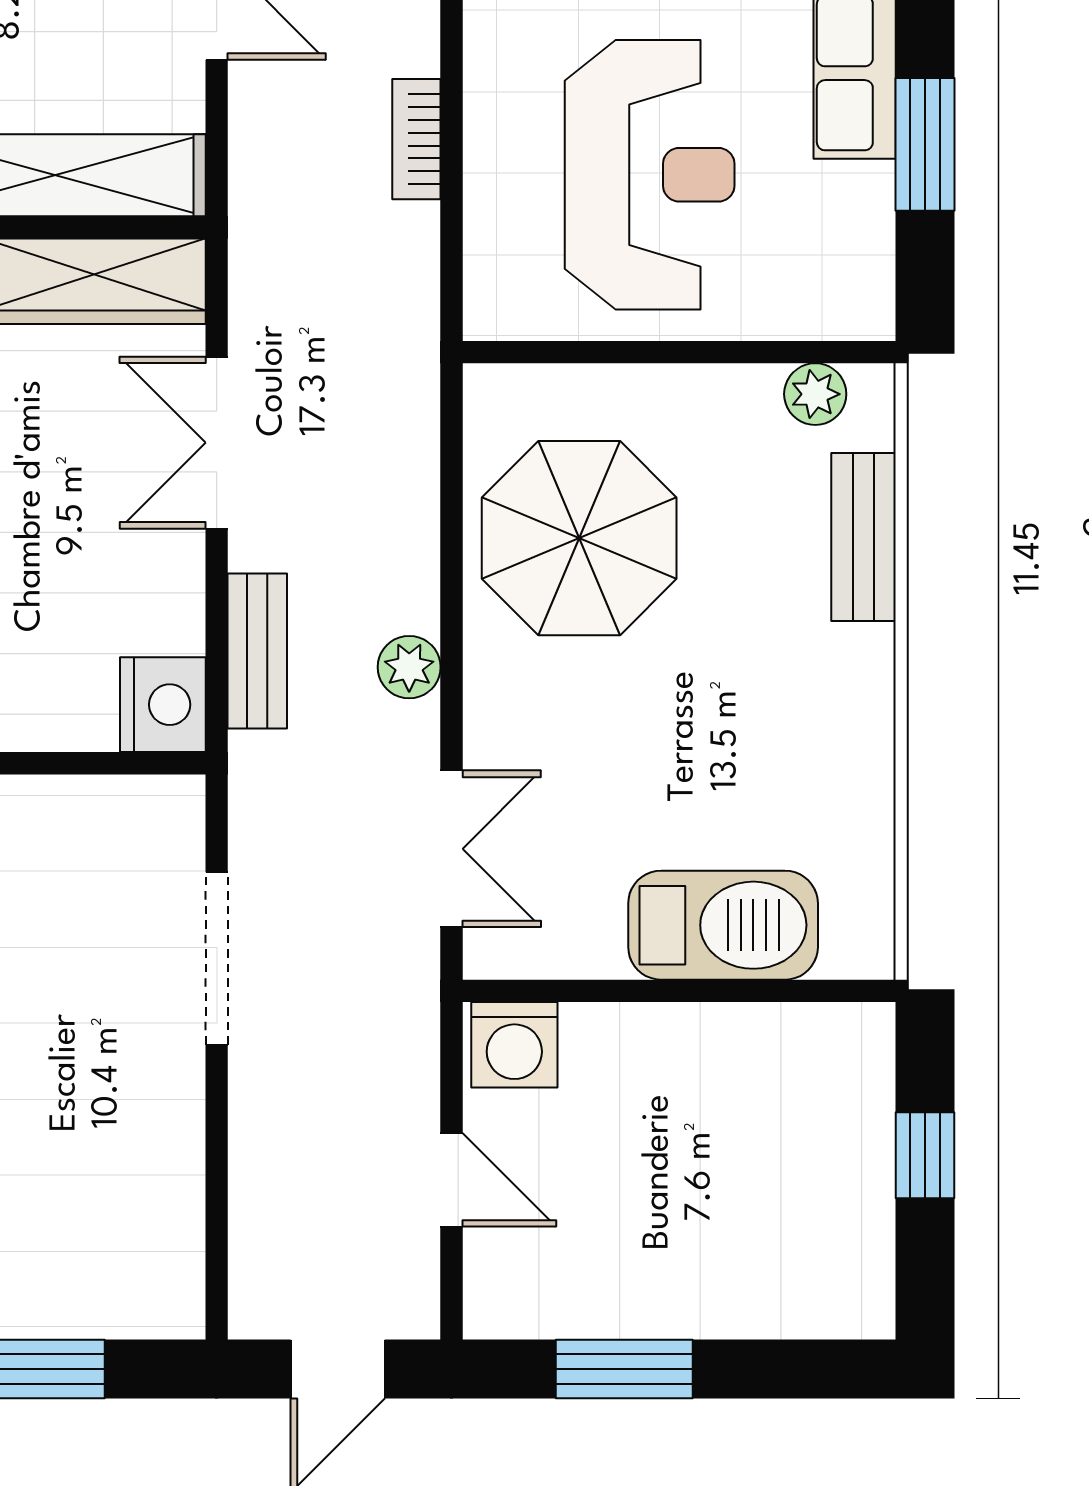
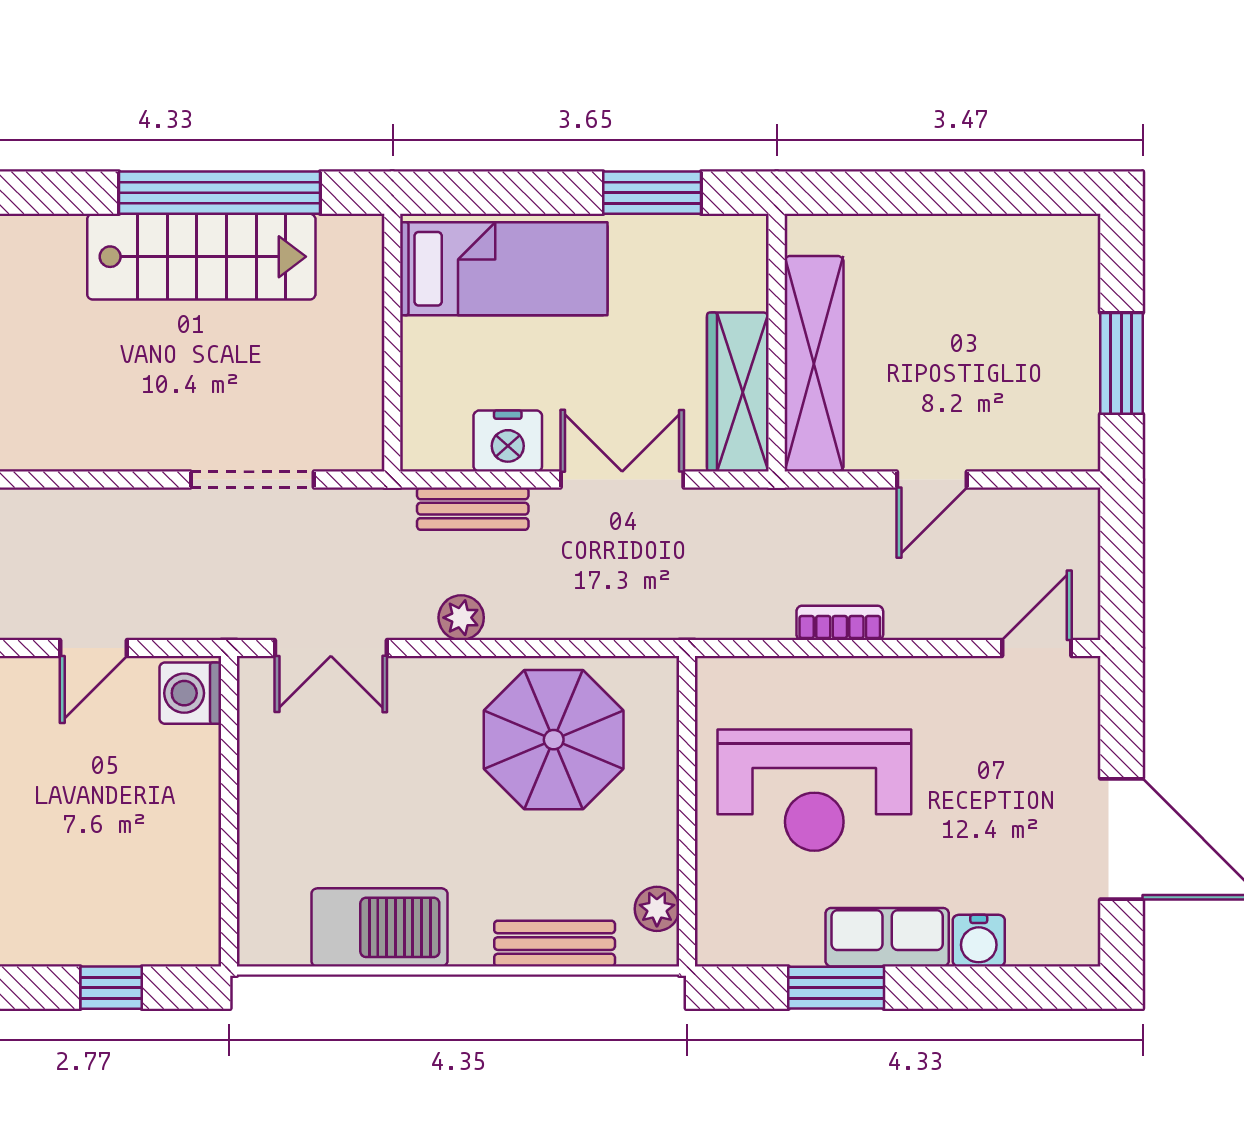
nightstand: (163, 705) -> (508, 441), moved
barbecue: (723, 925) -> (379, 927), moved, turned -90

